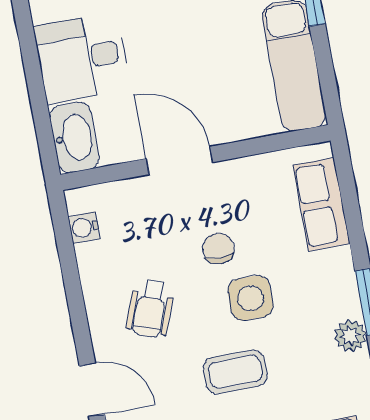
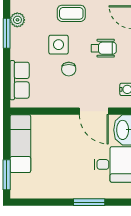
door: (179, 161) -> (94, 111), moved
wheelchair: (150, 309) -> (104, 48), turned 69

